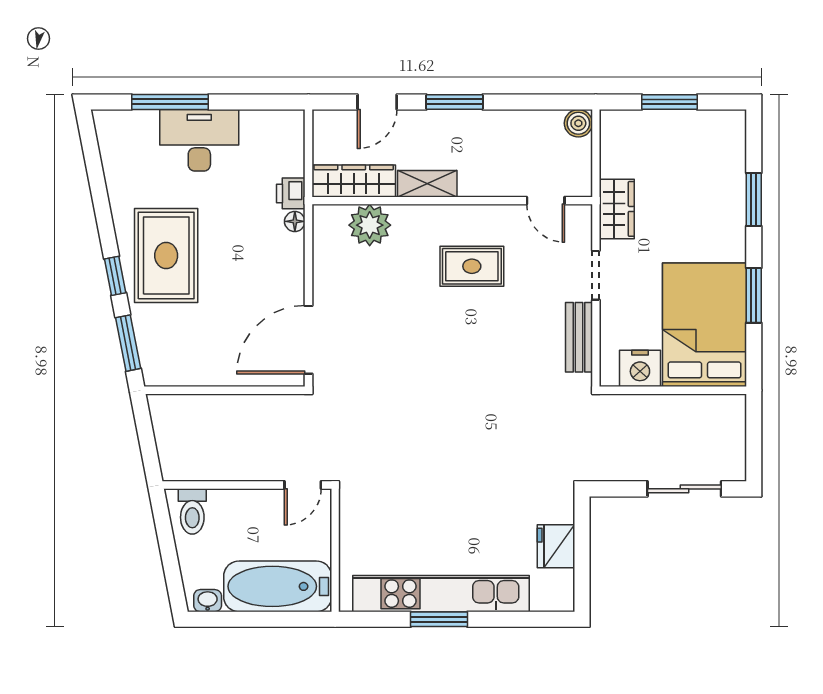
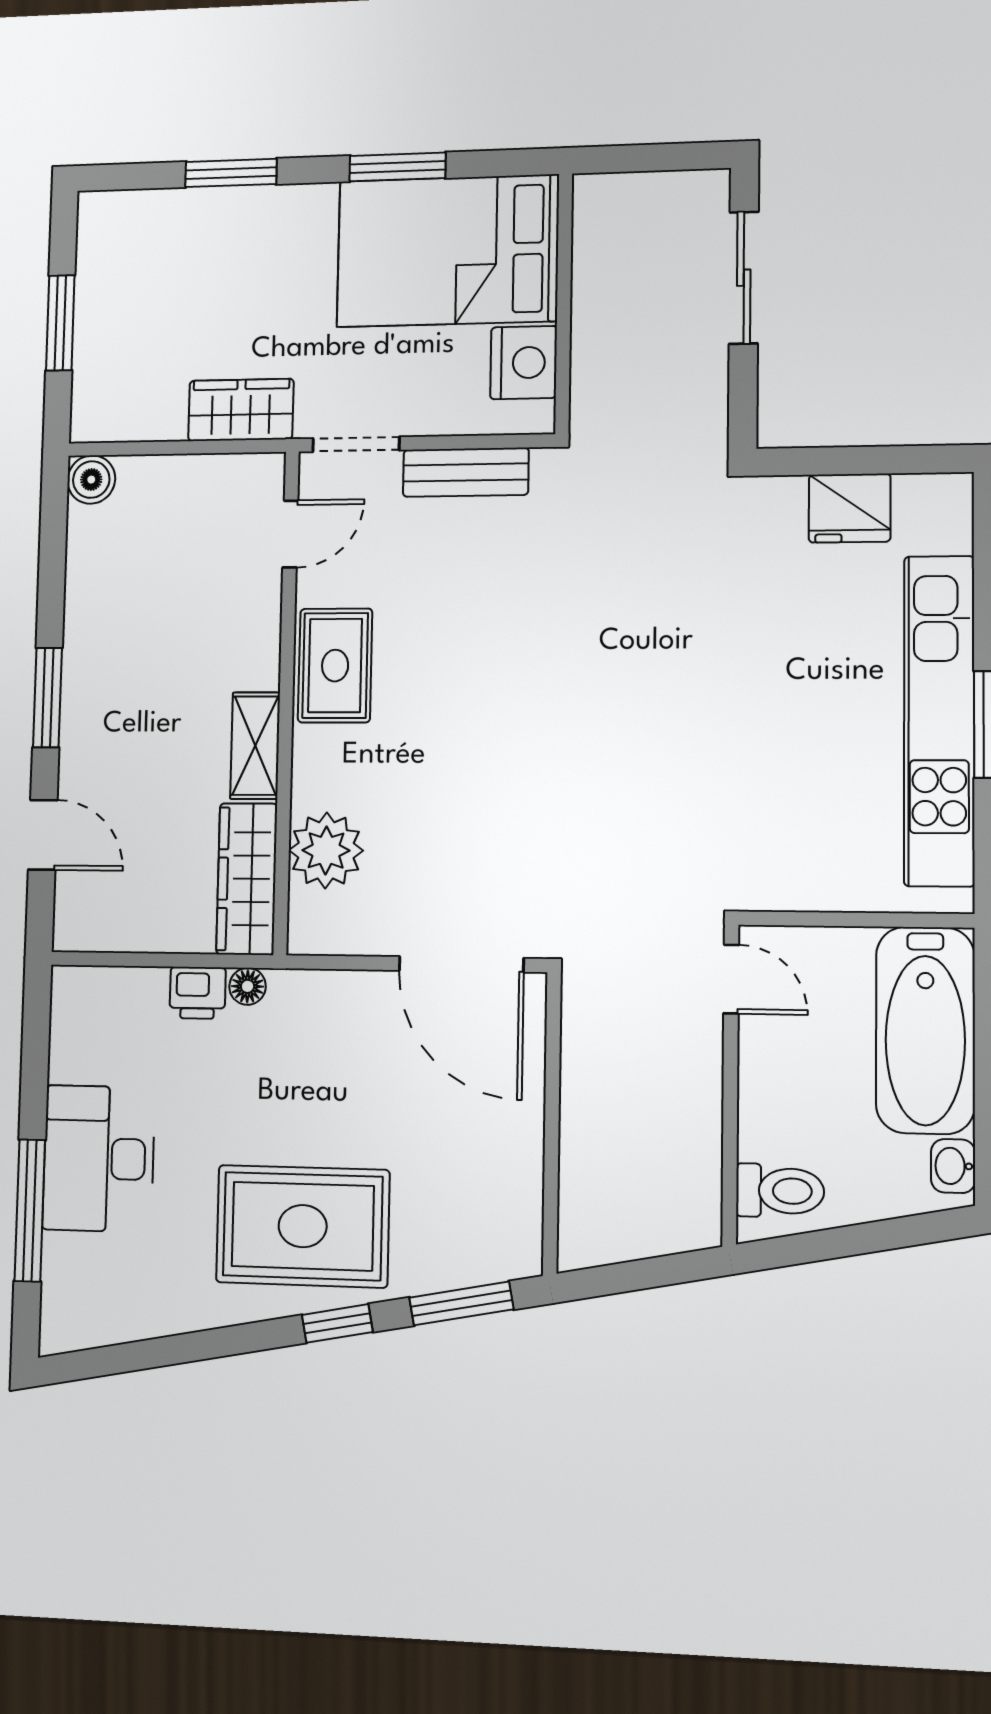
wardrobe: (354, 181) -> (247, 879), moved
shelving: (427, 184) -> (255, 746), moved
wall: (452, 201) -> (286, 701), moved
door: (546, 201) -> (290, 534), moved
plant: (370, 225) -> (326, 850), moved

